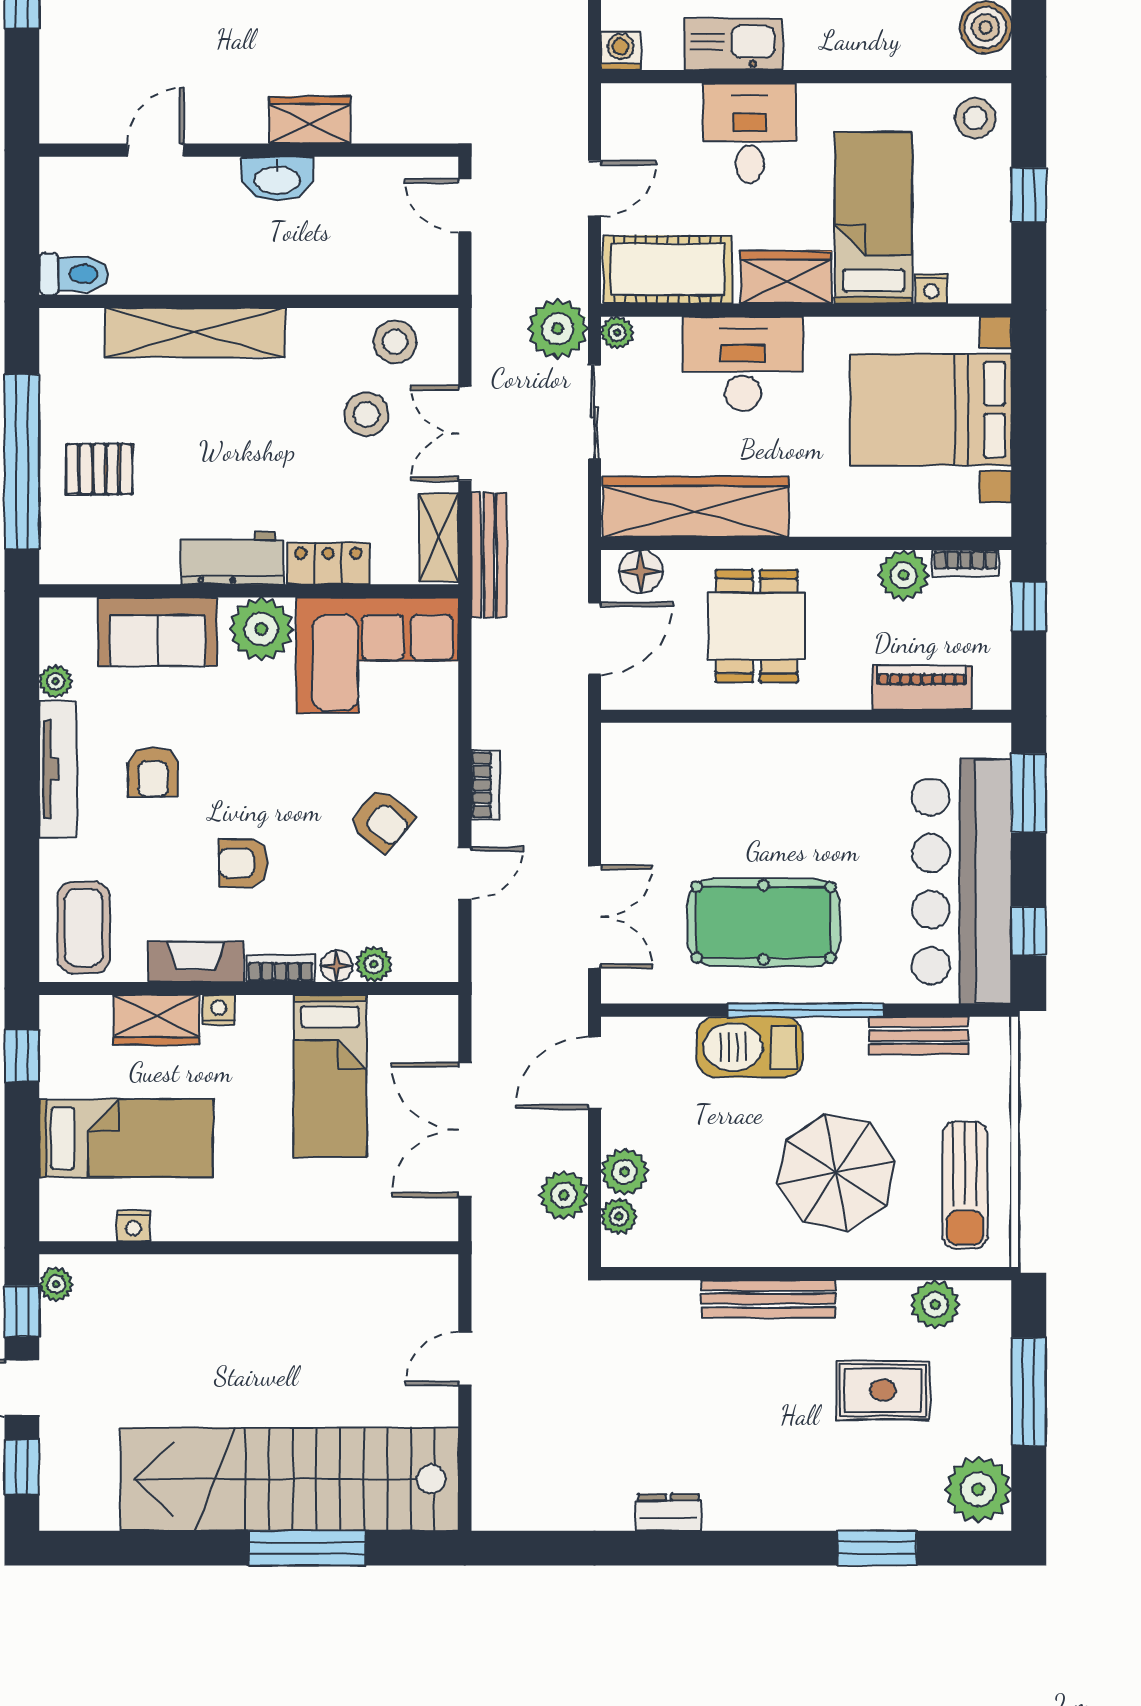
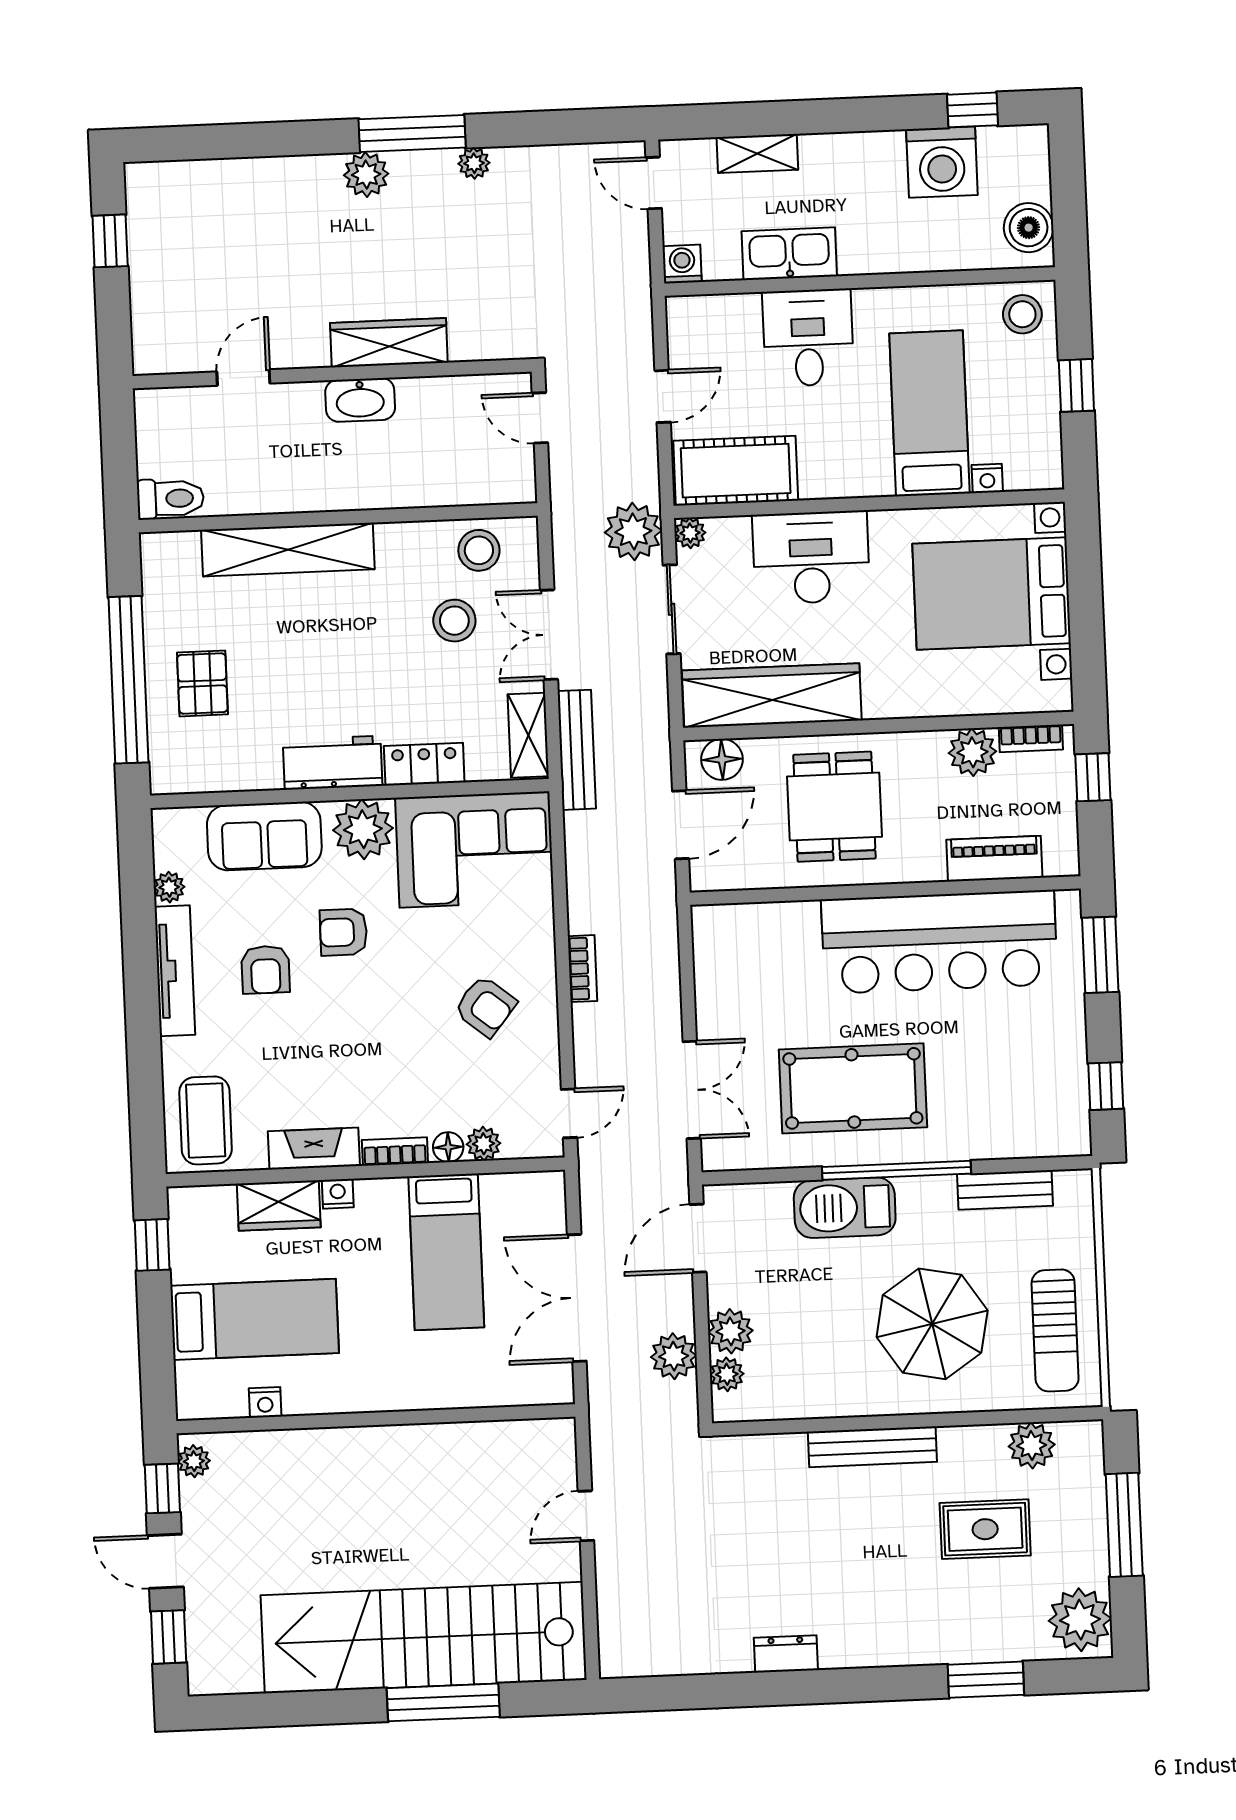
wardrobe: (310, 120) -> (389, 343), width x1.50
wardrobe: (786, 277) -> (849, 473), removed
pallet: (99, 469) -> (202, 683), turned 90
armchair: (243, 863) -> (343, 932), moved
door: (465, 873) -> (569, 1113), moved
bar counter: (962, 881) -> (939, 942), moved, turned -90

